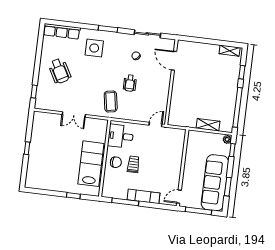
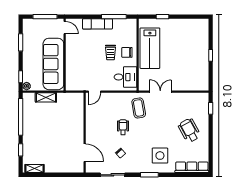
double door: (74, 114) -> (160, 92), moved
sofa: (215, 183) -> (53, 64), moved, turned 180
door: (179, 197) -> (65, 28), hinge flipped

